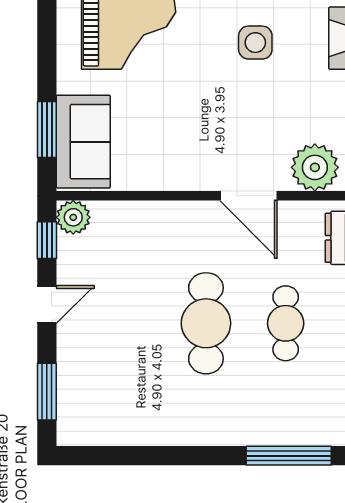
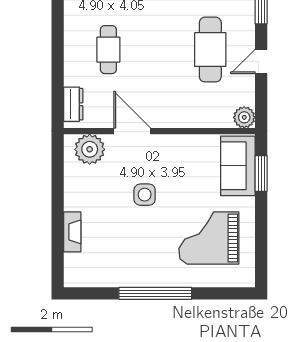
side table: (255, 43) -> (145, 195), moved
window: (47, 240) -> (261, 103), removed
cafe table: (206, 323) -> (210, 50), moved

